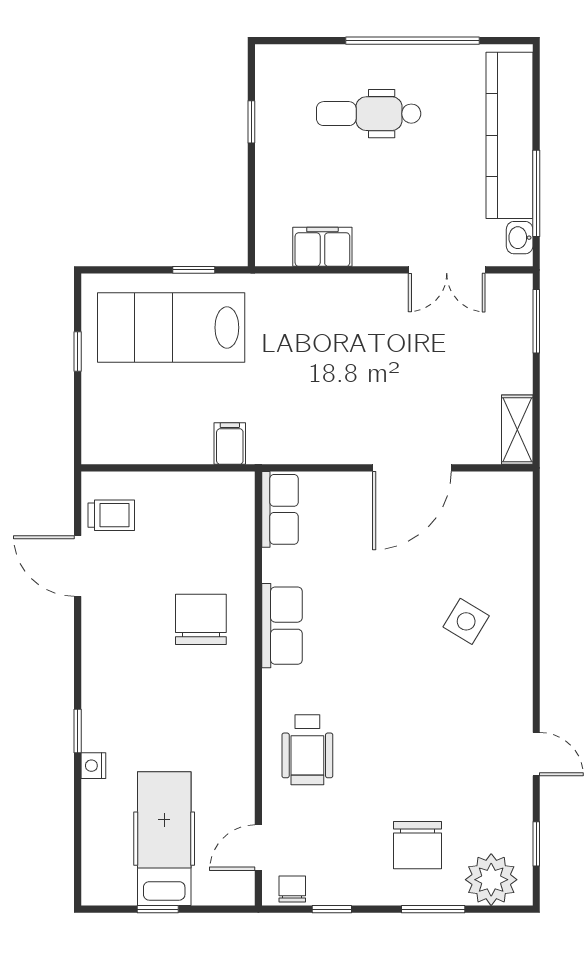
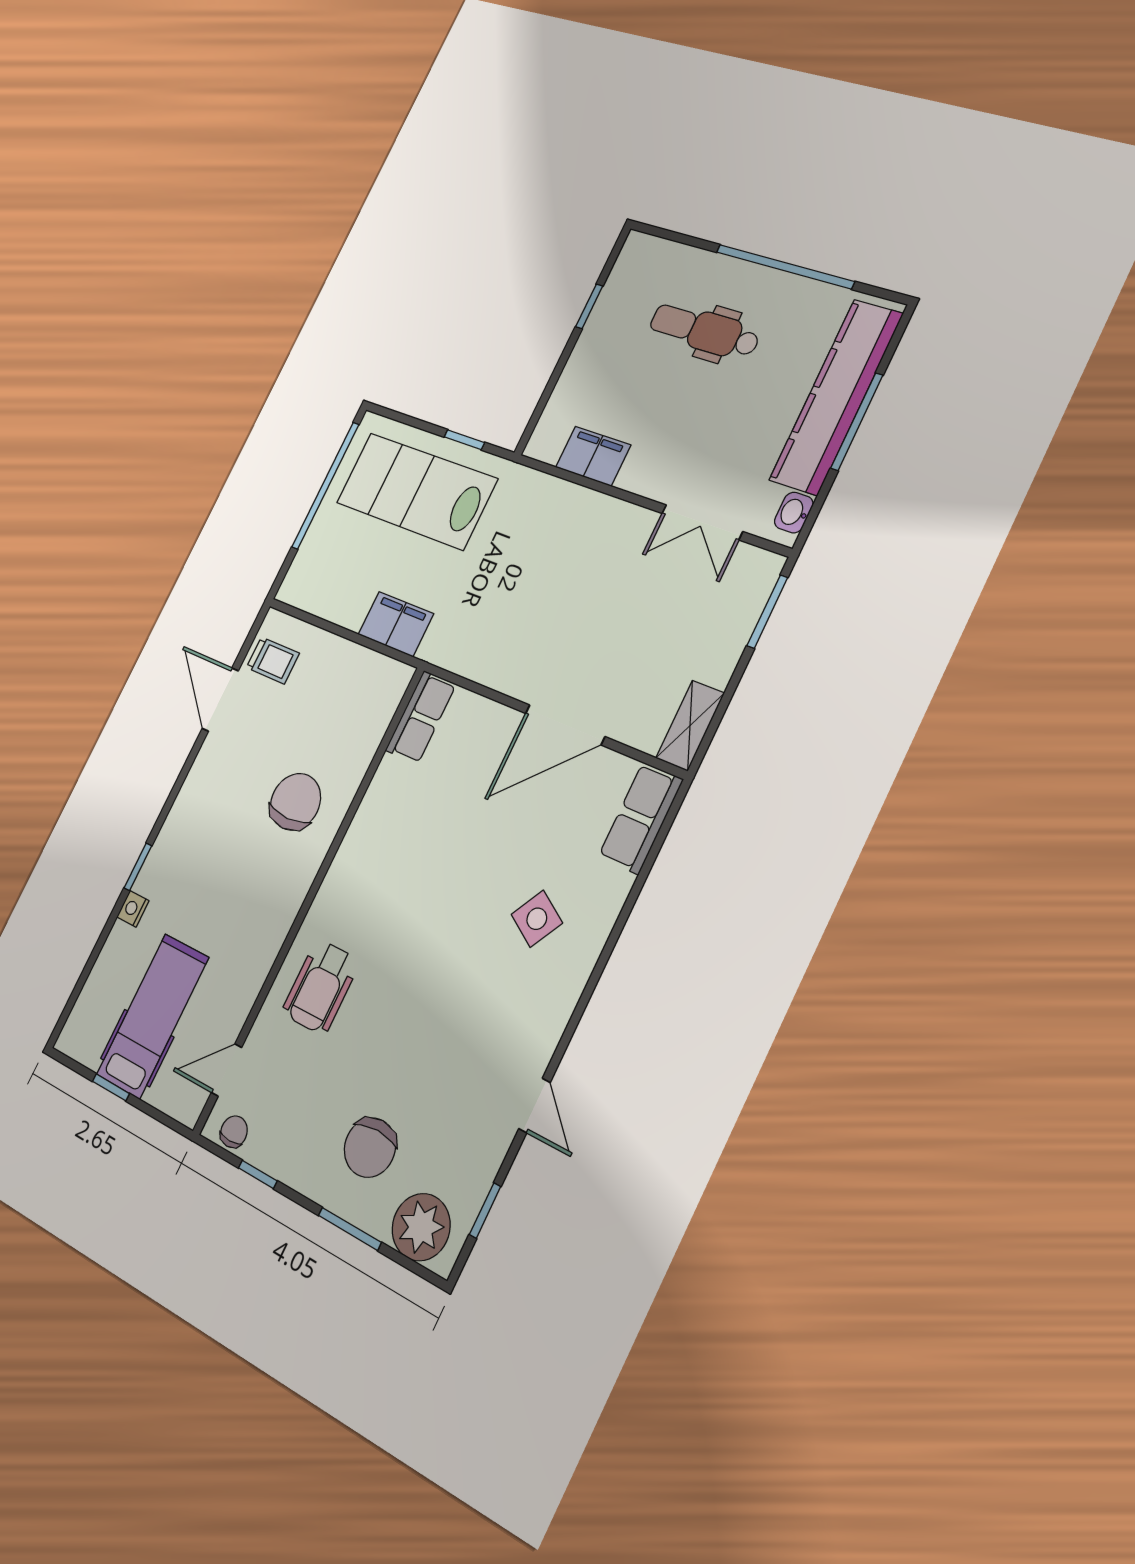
window: (536, 193) -> (857, 422), moved
window: (78, 352) -> (325, 486), width x3.17
filing cabinet: (230, 444) -> (396, 624), width x2.00
row of seats: (282, 626) -> (641, 818), moved, turned 180

